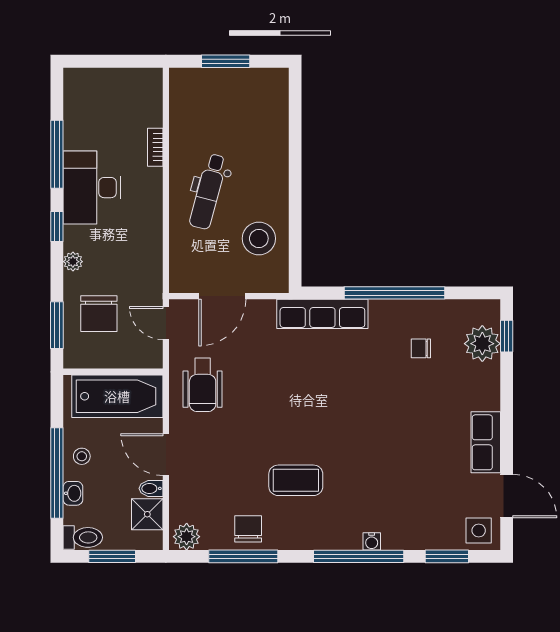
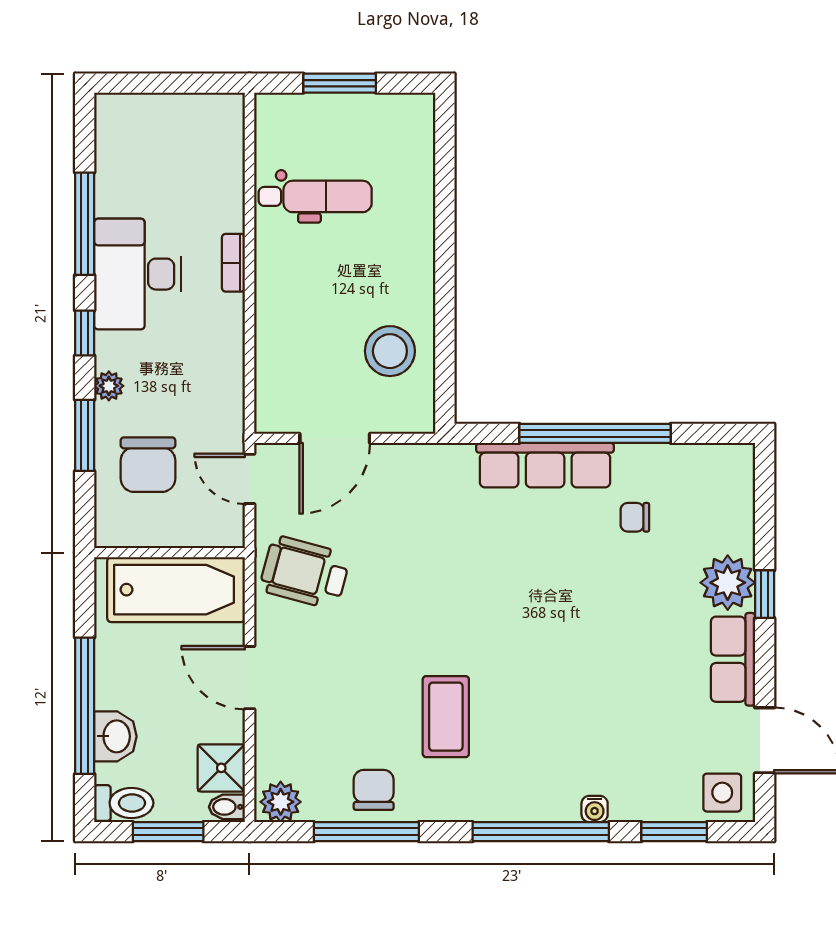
bookcase: (155, 147) -> (233, 263), moved
dental chair: (208, 192) -> (315, 196), moved, turned -105
row of seats: (322, 314) -> (545, 465), moved
window: (57, 325) -> (85, 435), moved
window: (507, 336) -> (765, 594), moved
plant: (482, 344) -> (728, 583), moved
wheelchair: (203, 385) -> (305, 572), turned 105
stool: (82, 456) -> (122, 680), removed
coffee table: (296, 480) -> (446, 717), turned 90
bidet: (151, 488) -> (227, 807), moved
washbasin: (73, 493) -> (115, 736), width x1.38, depth x1.45
water cooler: (372, 541) -> (595, 809), moved

